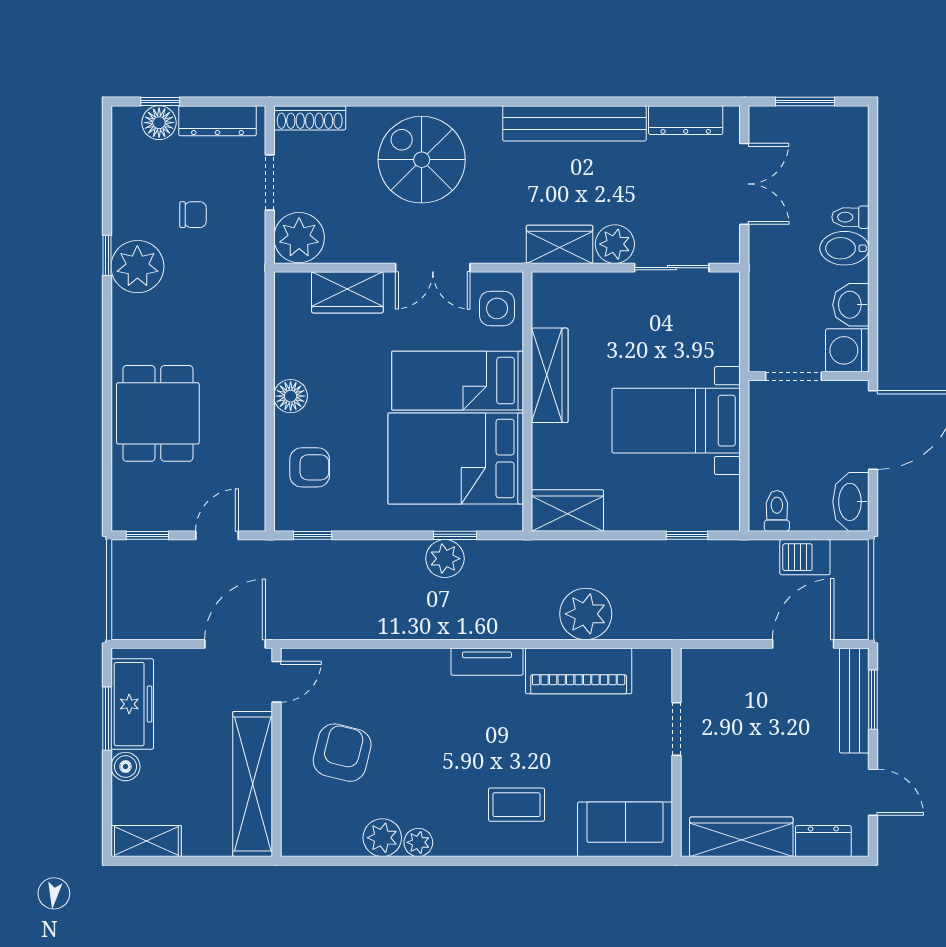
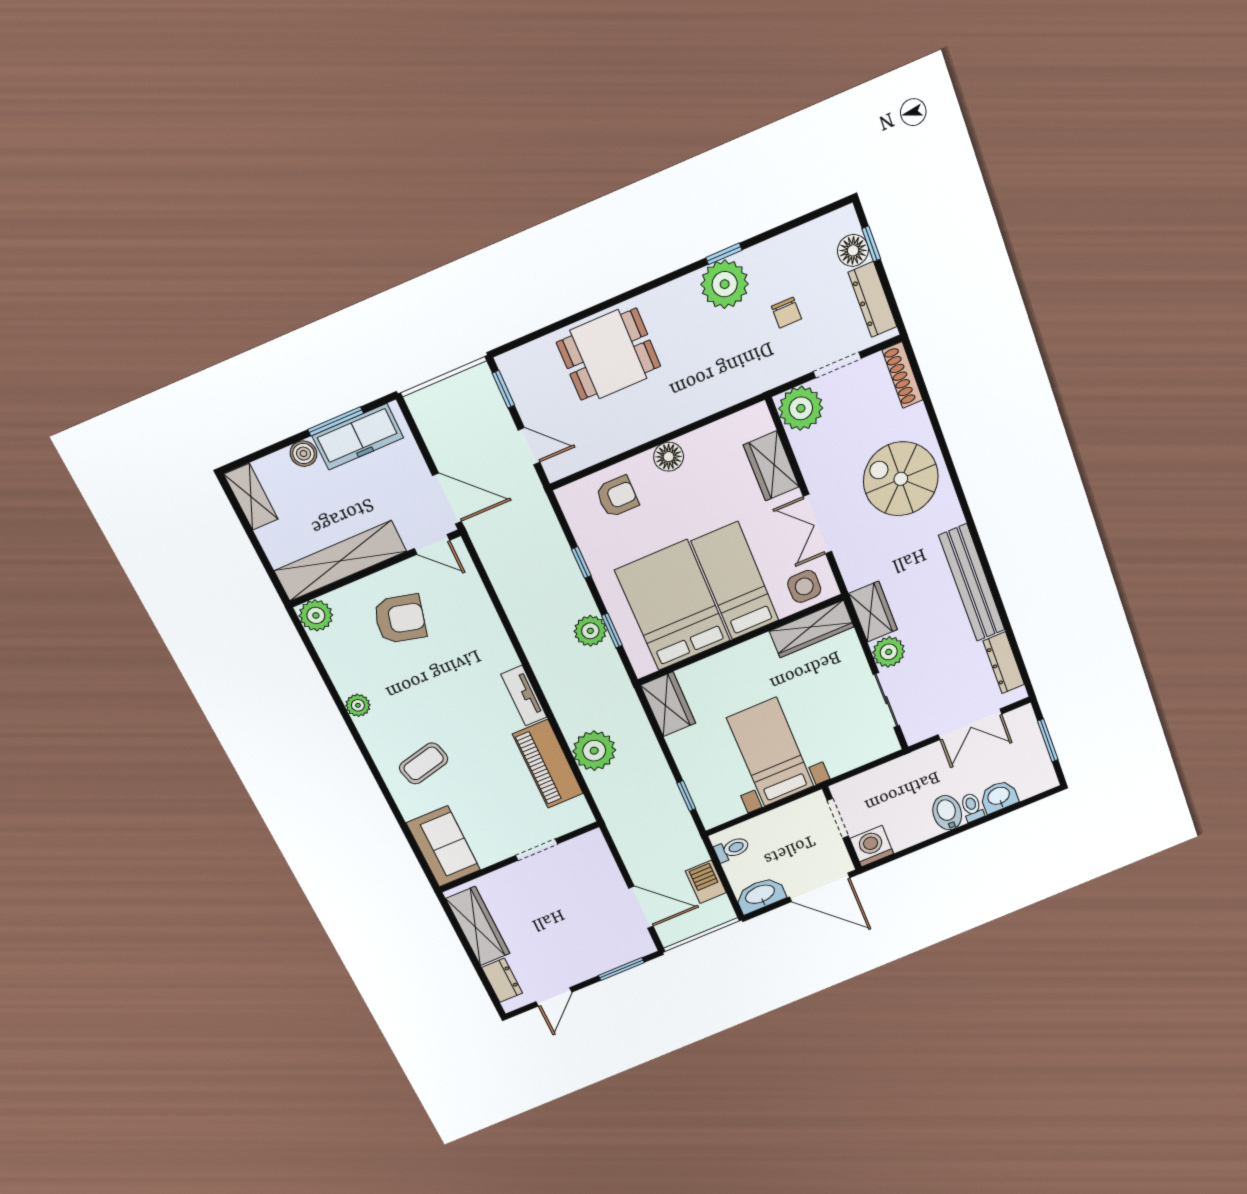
spiral stairs: (422, 160) -> (901, 479), turned -90
washbasin: (851, 305) -> (999, 796), moved
wardrobe: (550, 375) -> (812, 629), moved
armchair: (310, 467) -> (617, 496), turned -90
window: (313, 535) -> (581, 562), moved
bench: (854, 700) -> (615, 957), removed
coffee table: (517, 805) -> (424, 763), turned 76
plant: (382, 838) -> (316, 615), moved

